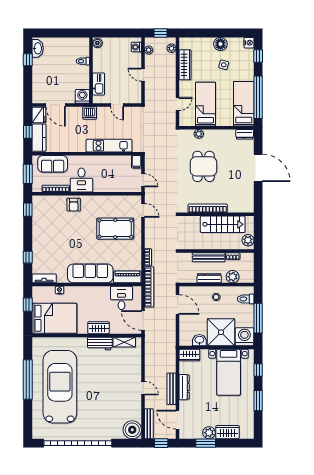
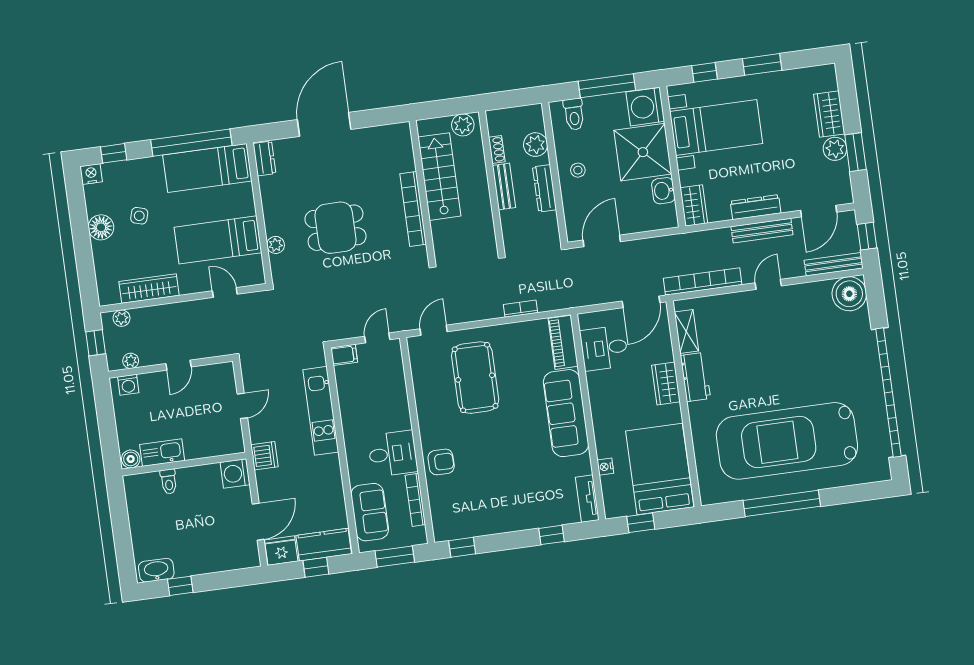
kitchen sink: (99, 84) -> (162, 453), moved
bench: (209, 257) -> (504, 187), width x0.73
bookcase: (149, 287) -> (703, 281), moved

